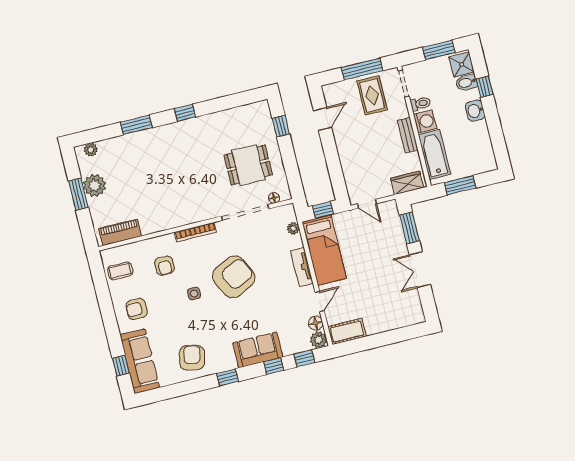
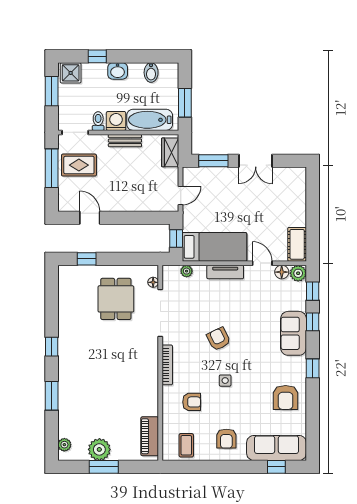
bidet: (467, 83) -> (151, 73), moved
armchair: (234, 277) -> (219, 339), width x0.53, depth x0.53
armchair: (192, 358) -> (286, 397), turned -102

